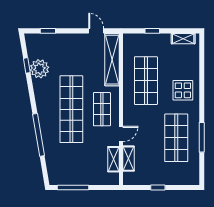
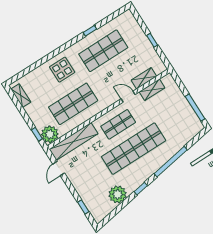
window: (152, 31) -> (37, 134), moved
plant: (132, 42) -> (50, 134), added
window: (27, 65) -> (141, 189), moved
window: (202, 137) -> (90, 31), width x0.46

